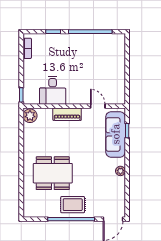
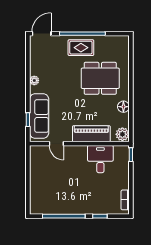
piano: (67, 114) -> (91, 134), width x1.37, depth x1.33
floor lamp: (29, 144) -> (123, 107), added

